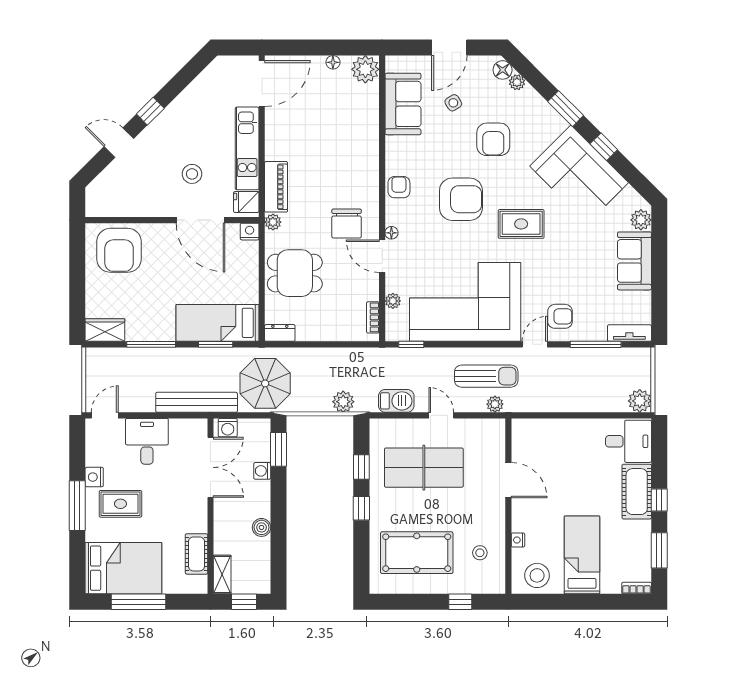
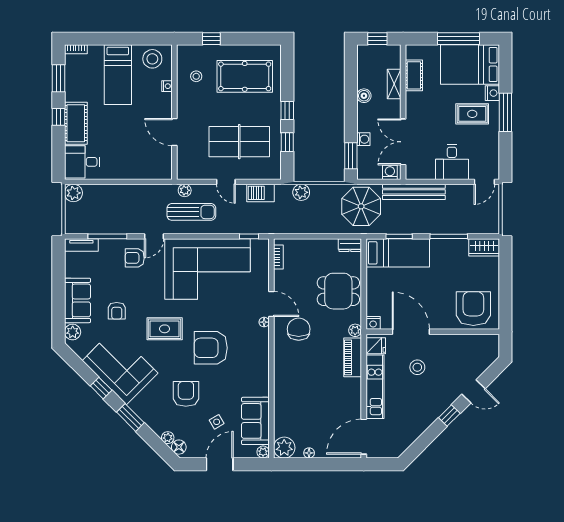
armchair: (399, 187) -> (117, 311), moved
plant: (393, 301) -> (263, 452), moved
sun lounger: (486, 376) -> (191, 212), turned 180
nightstand: (94, 477) -> (492, 93), moved
shelving: (222, 574) -> (394, 84), moved

